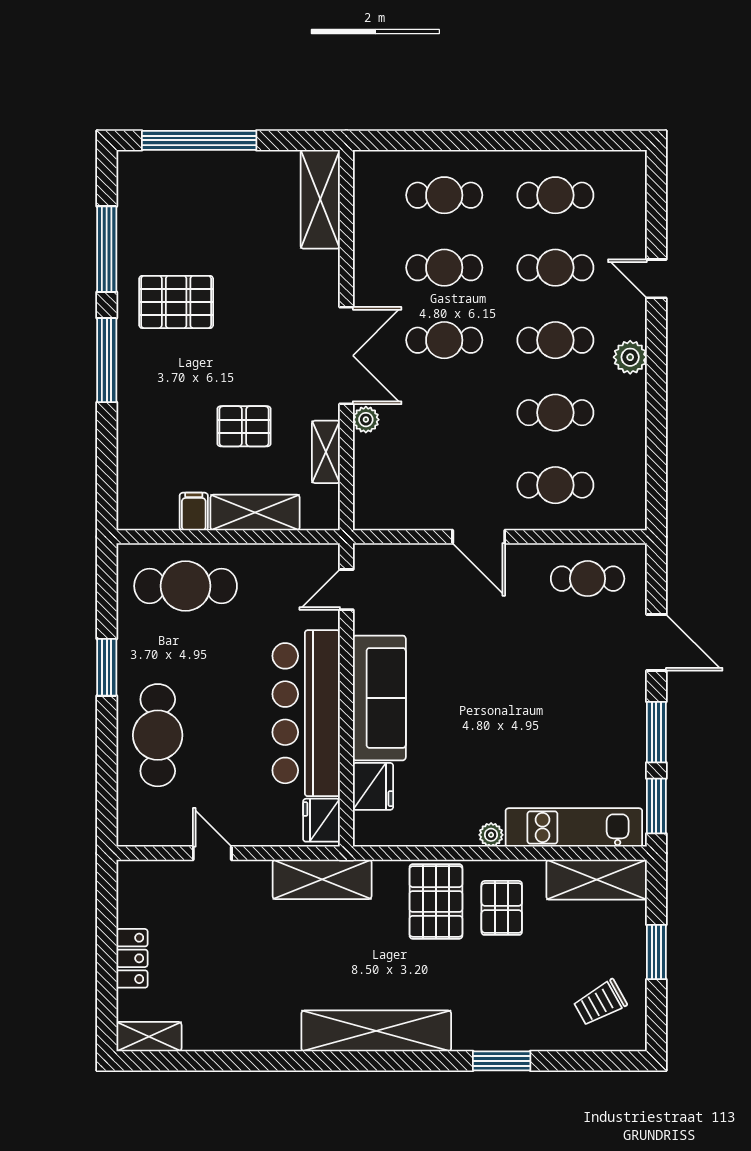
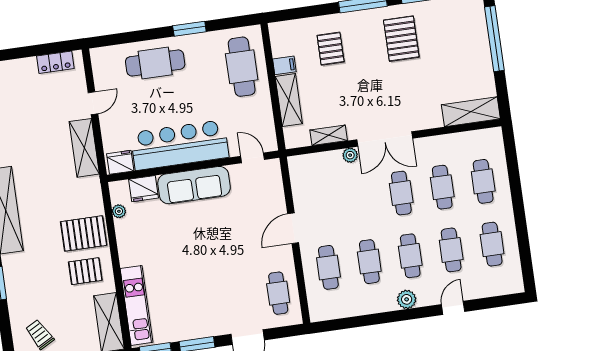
pallet: (244, 426) -> (331, 49), moved
plant: (491, 835) -> (119, 211), moved
shelving: (322, 879) -> (84, 148), moved
locker: (132, 958) -> (55, 62), moved

